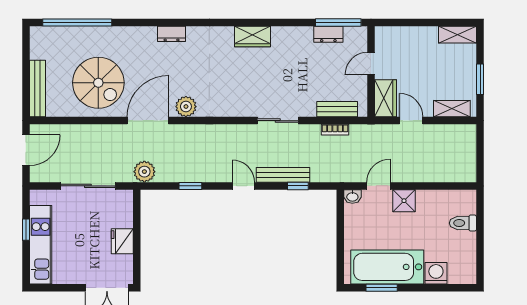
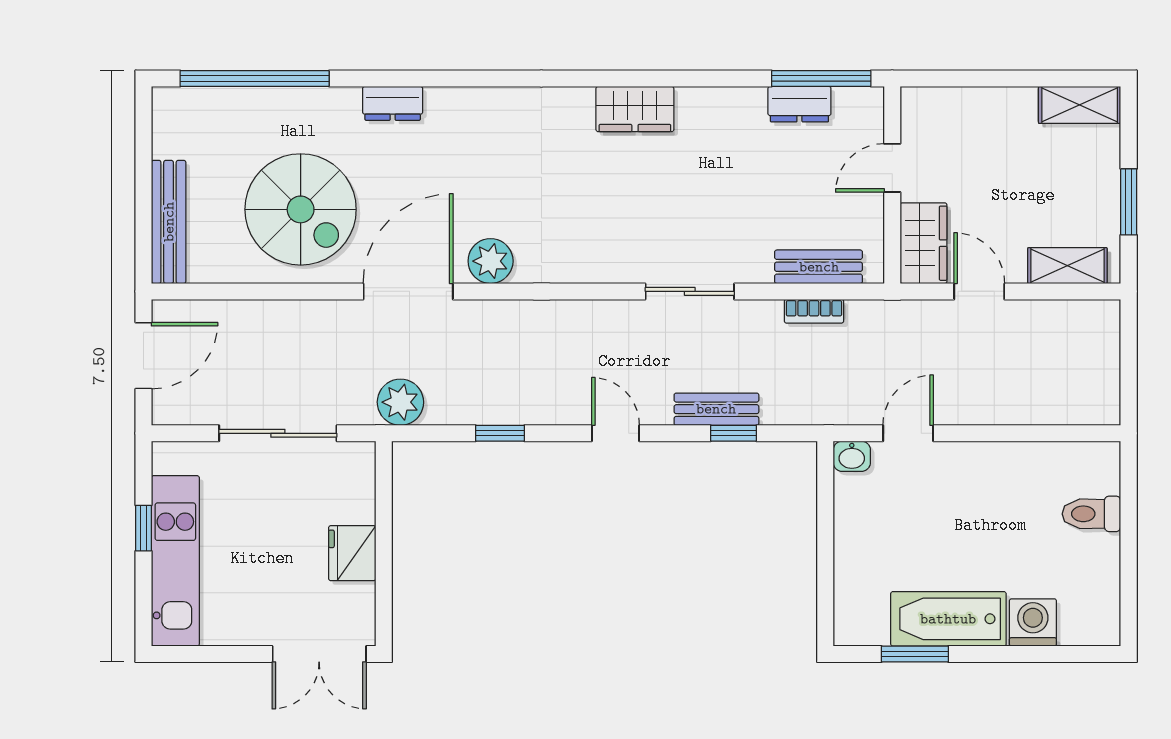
dresser: (172, 34) -> (393, 103), moved
bench: (283, 175) -> (716, 409), width x0.73
shower: (404, 201) -> (964, 465), removed
bathtub: (387, 267) -> (948, 619), width x0.73, depth x0.73

